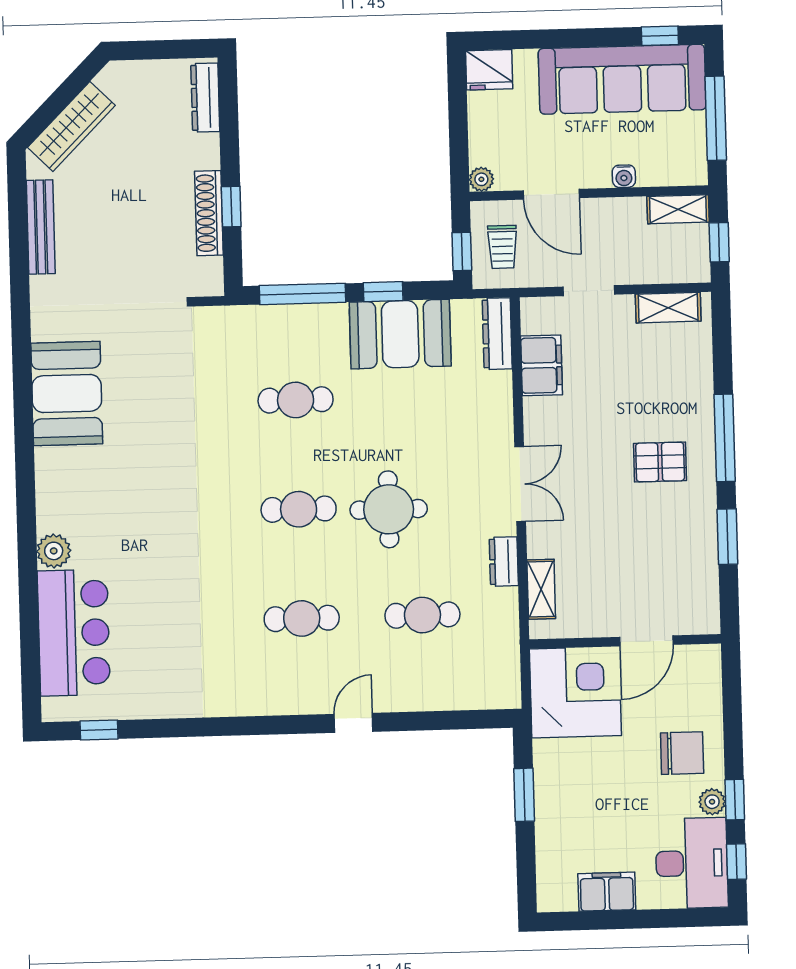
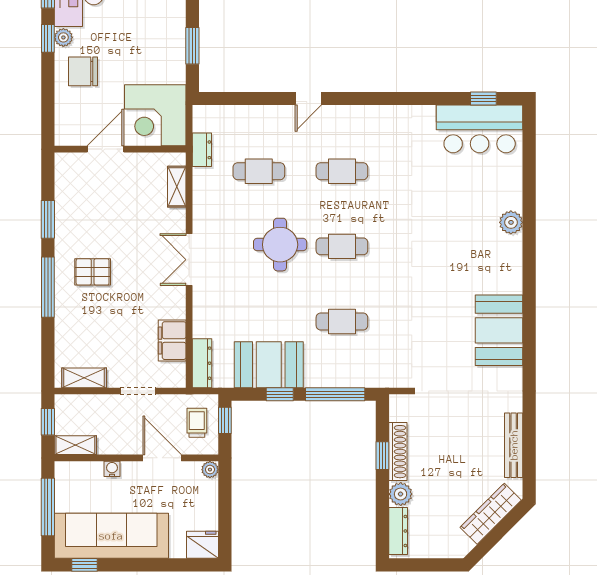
plant: (203, 151) -> (401, 494), added
dresser: (504, 562) -> (202, 150), moved
bar counter: (74, 633) -> (480, 129), moved, turned -90

